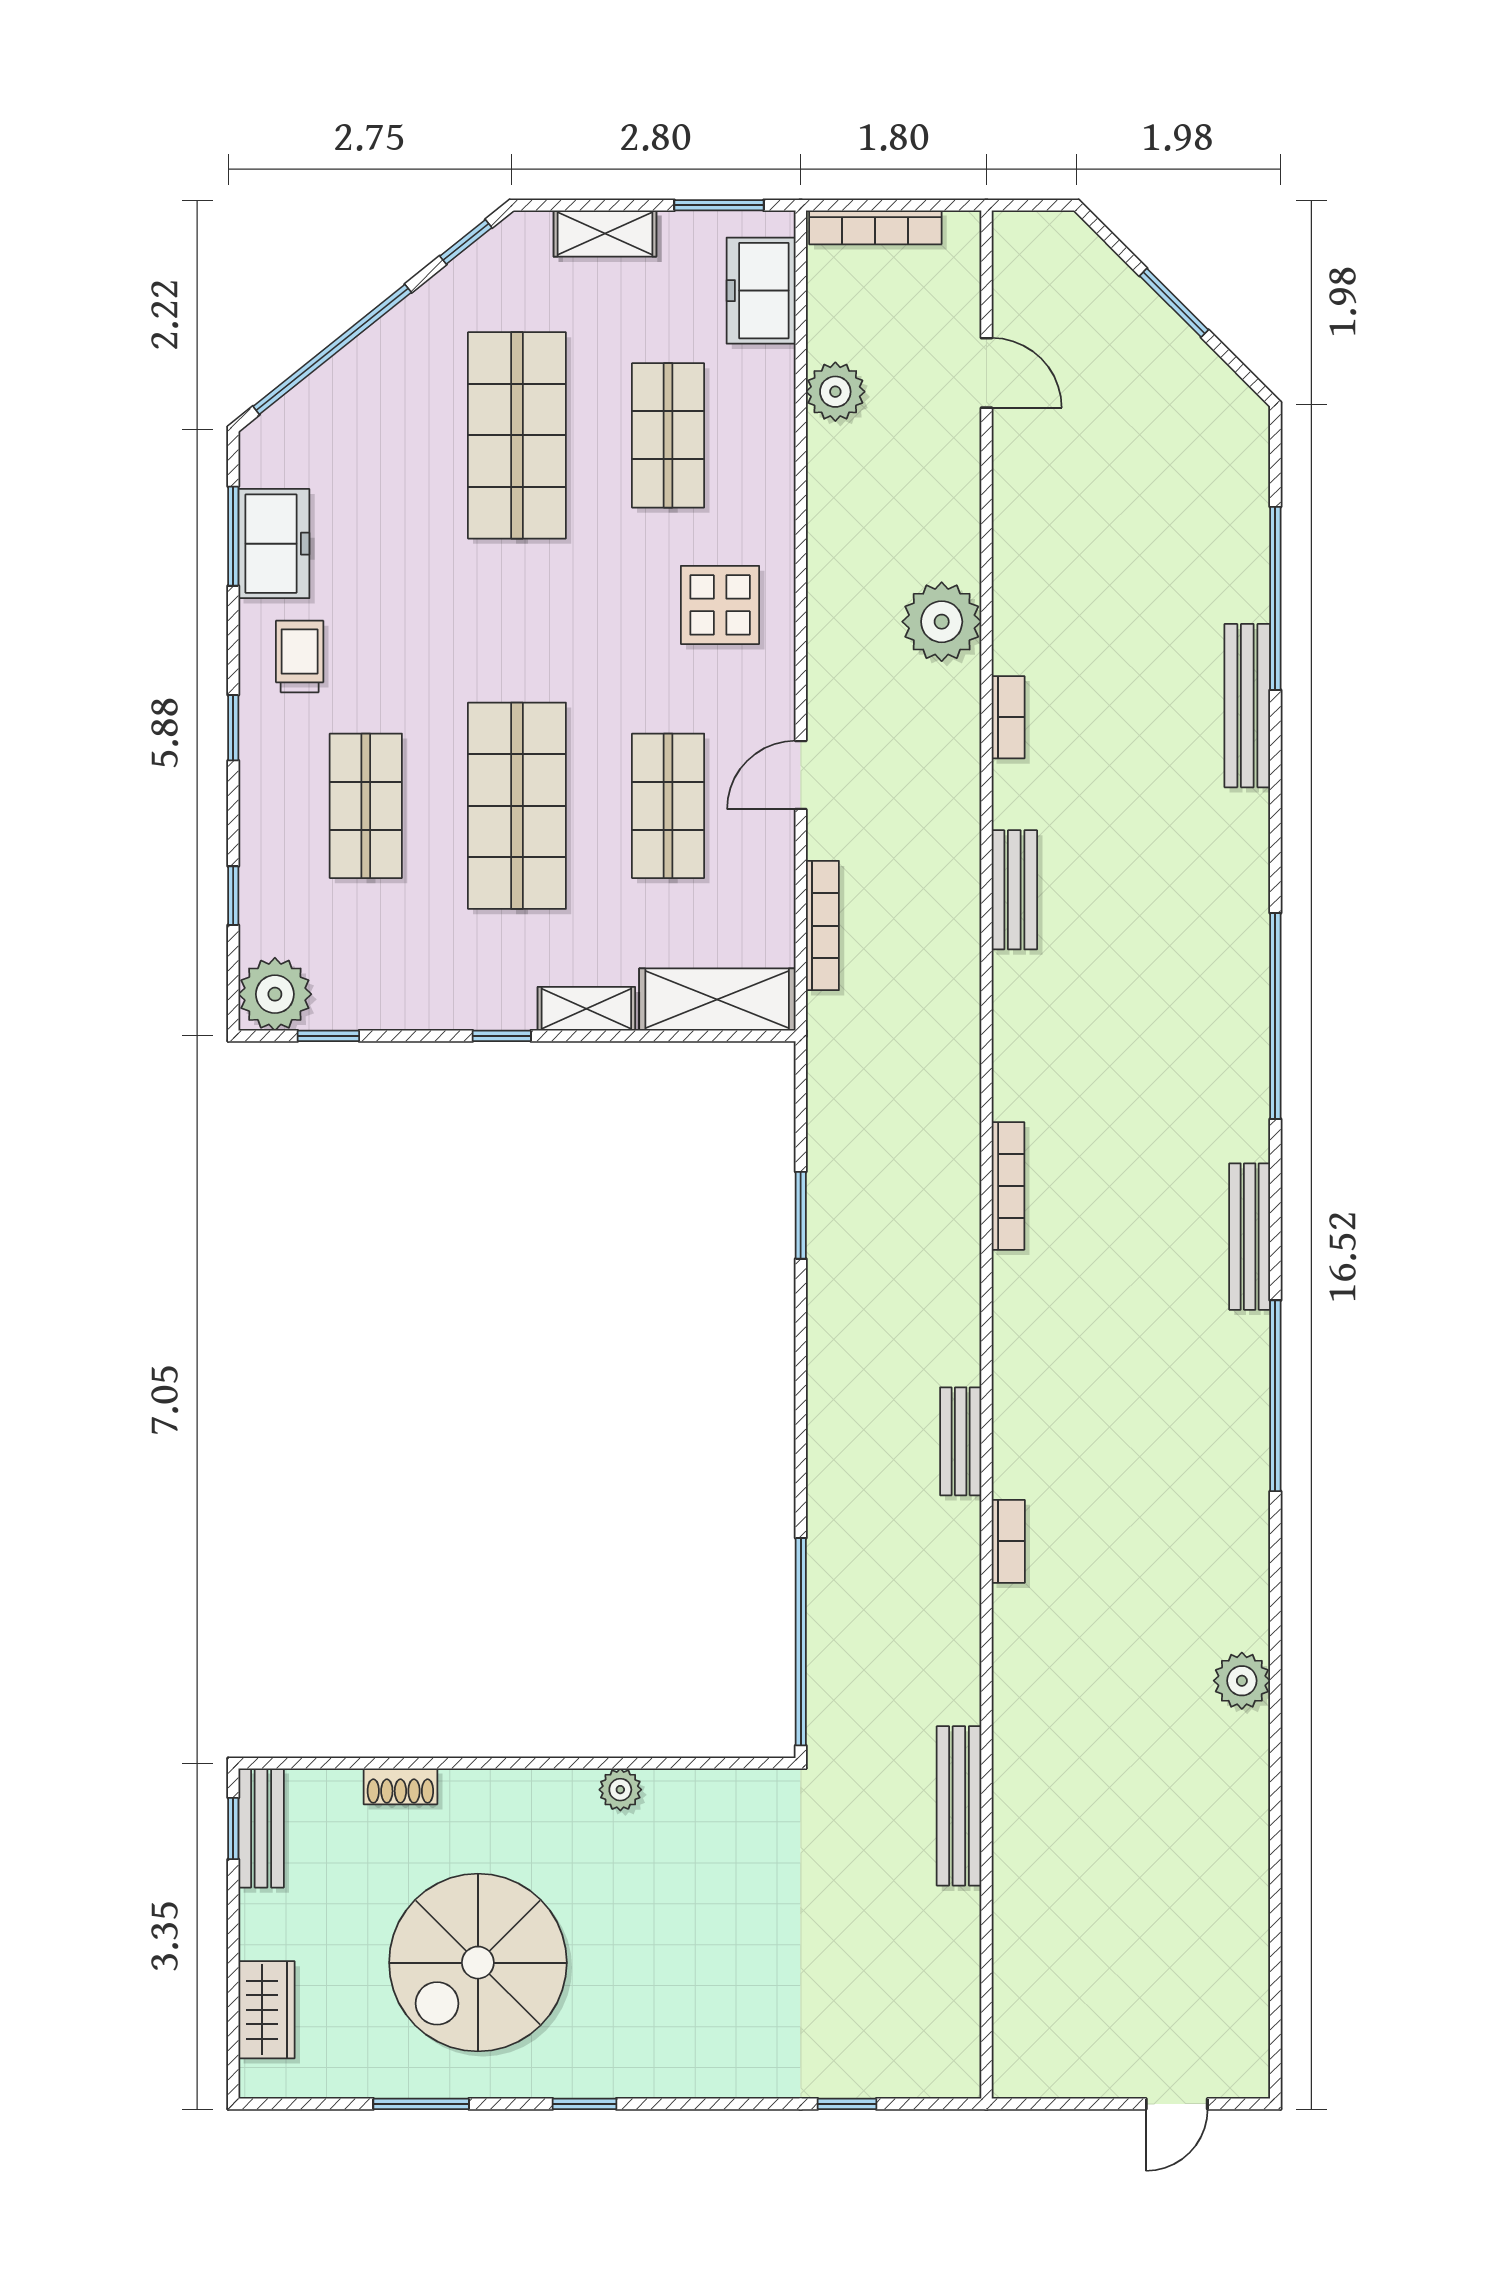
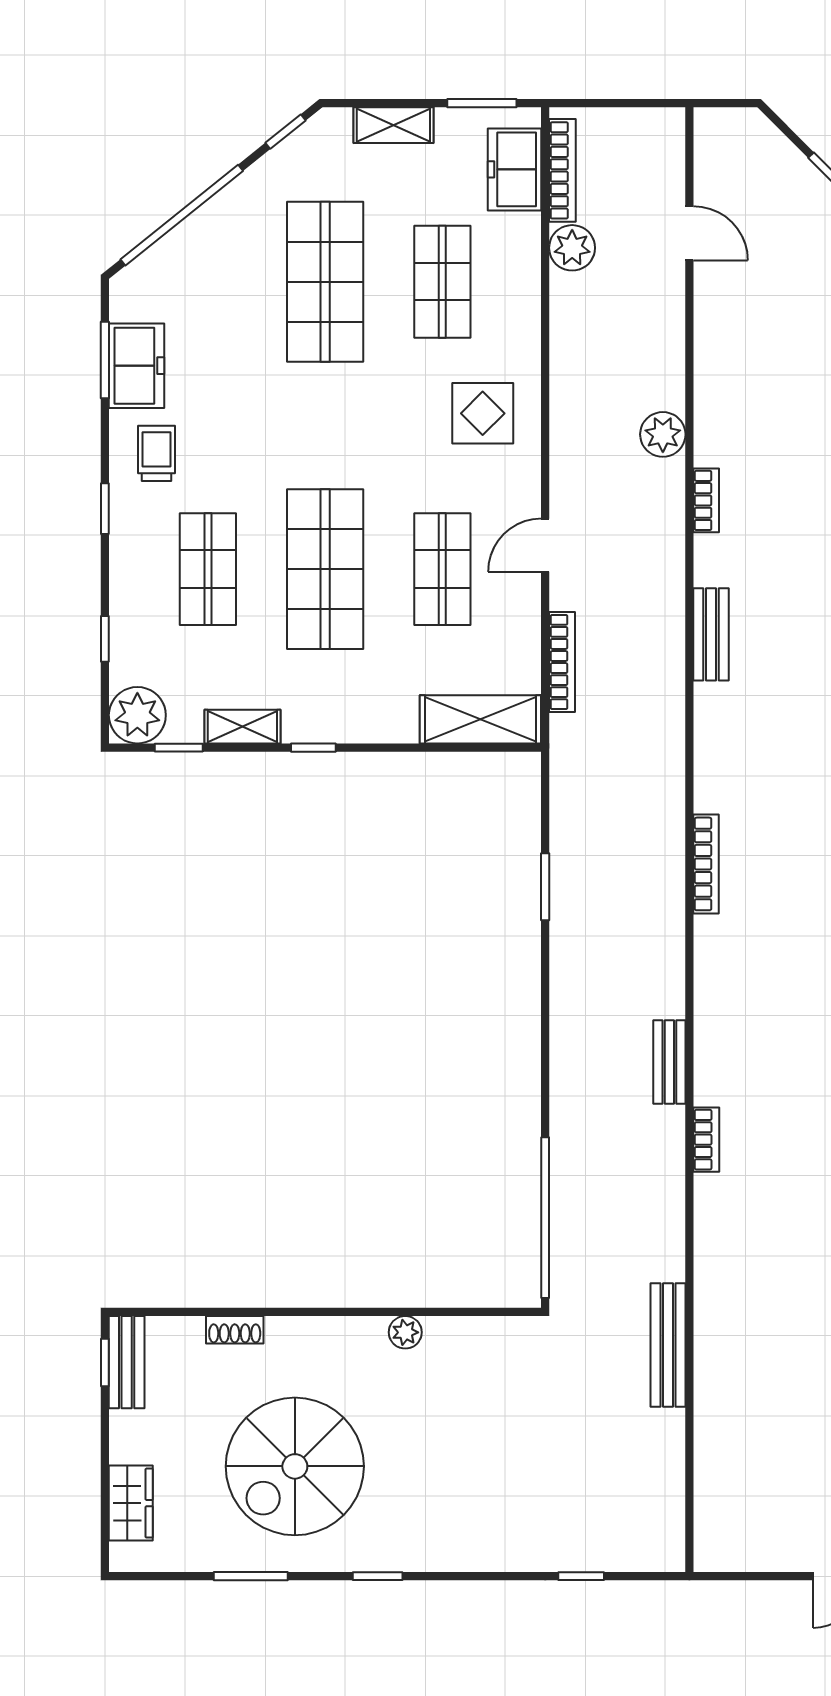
bookcase: (875, 227) -> (562, 170), moved, turned -90
plant: (942, 622) -> (663, 434), width x0.73, depth x0.73
shelving: (586, 1009) -> (242, 727), moved

